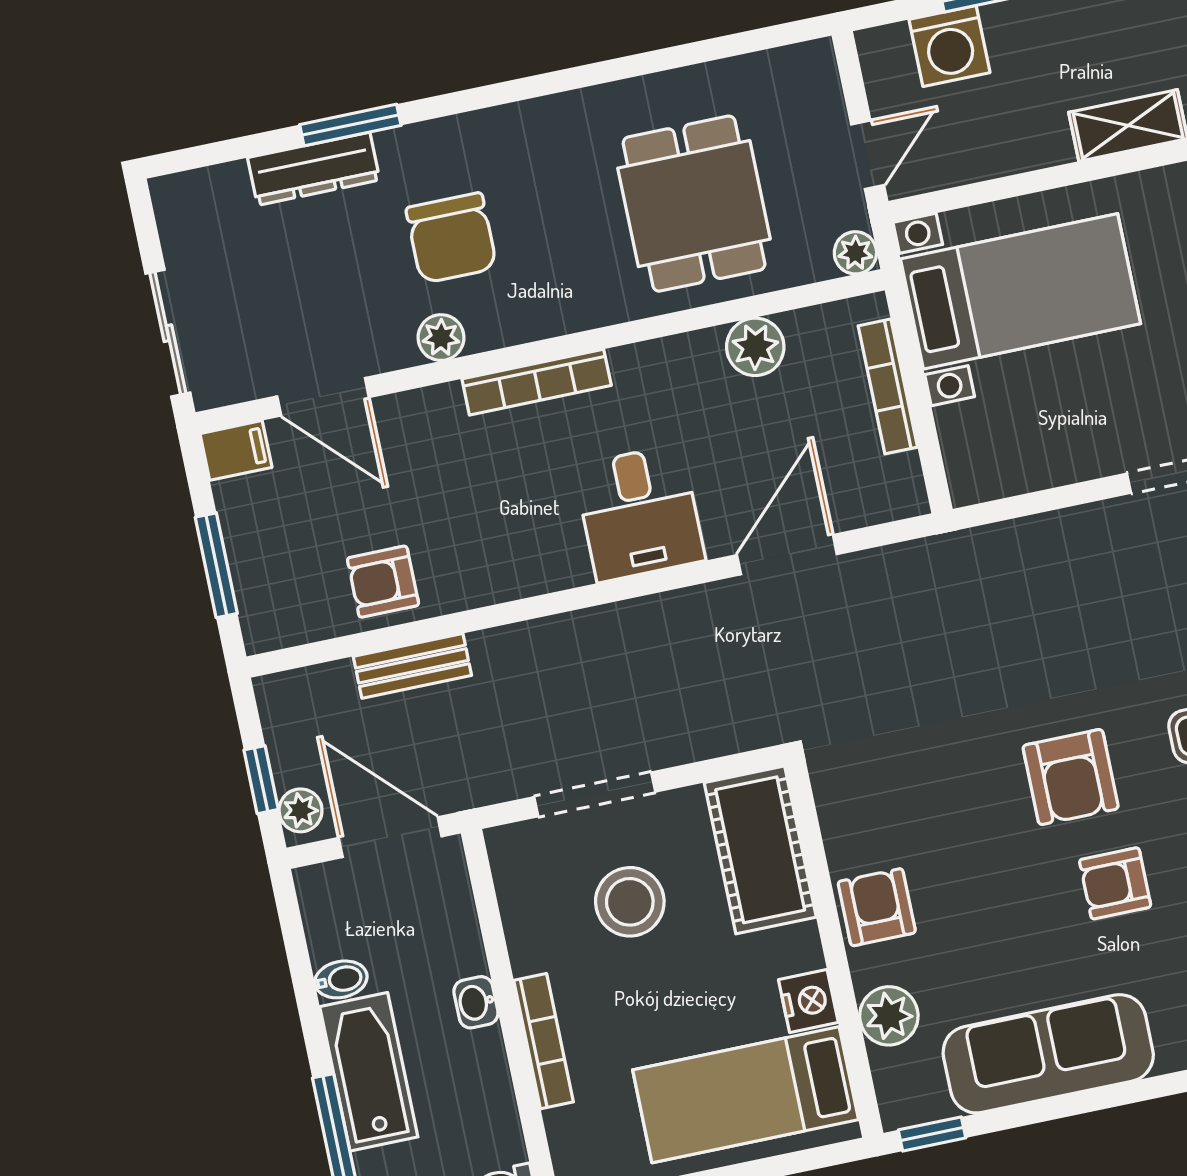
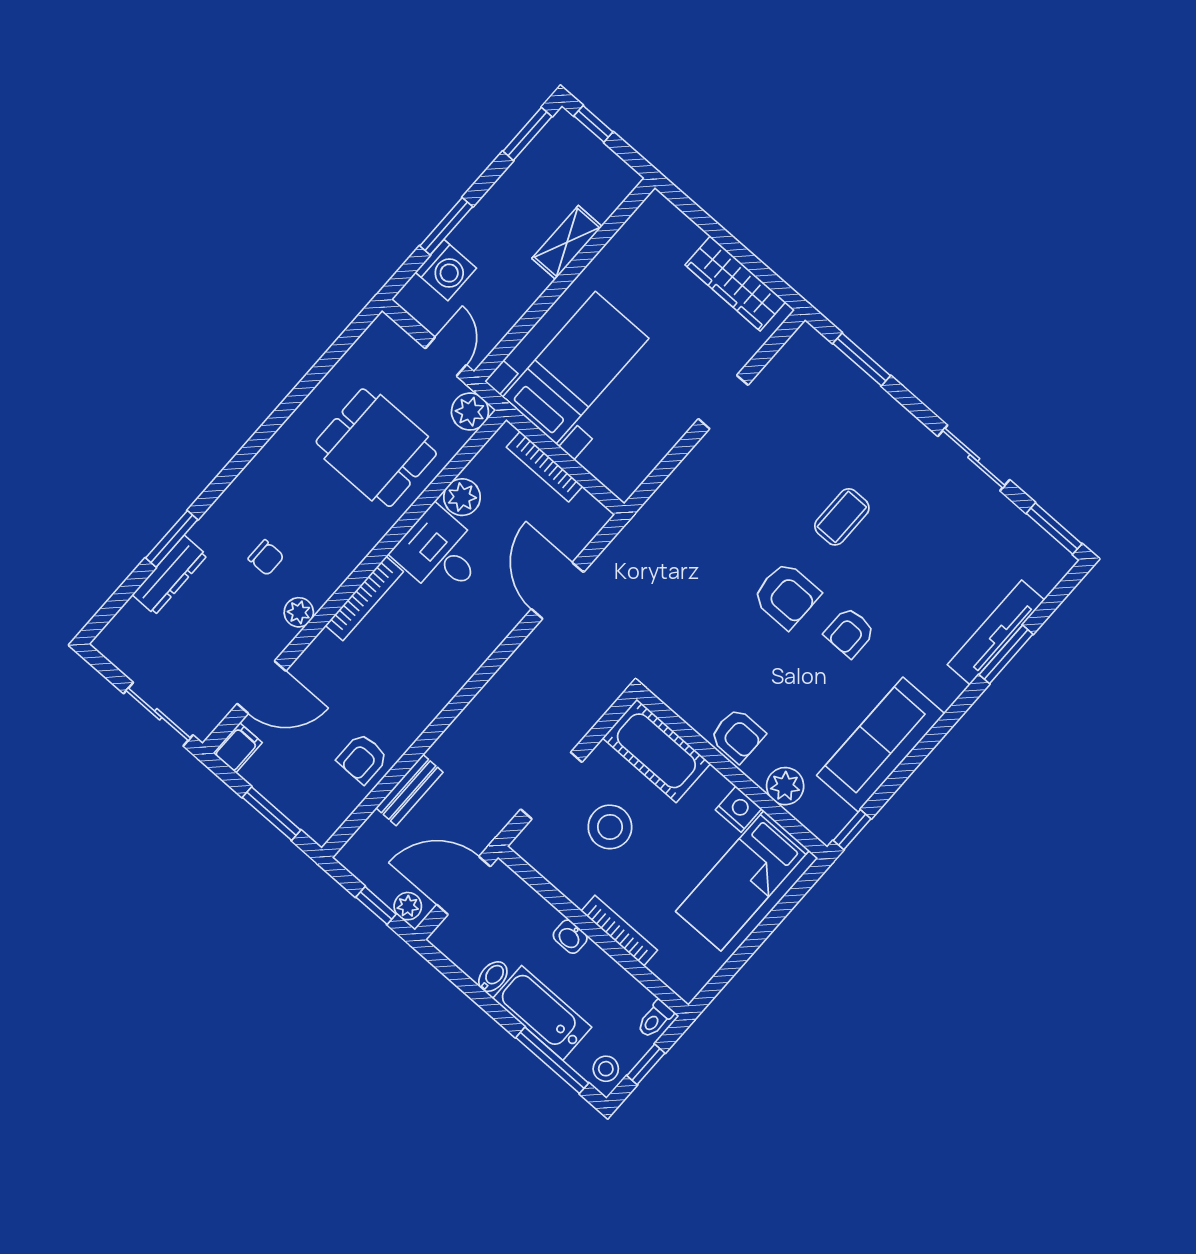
chair: (451, 238) -> (266, 558), width x0.54, depth x0.54
plant: (855, 253) -> (470, 412), width x1.38, depth x1.38
desk: (639, 513) -> (440, 553), moved, turned 180
armchair: (877, 907) -> (737, 735), turned 180

